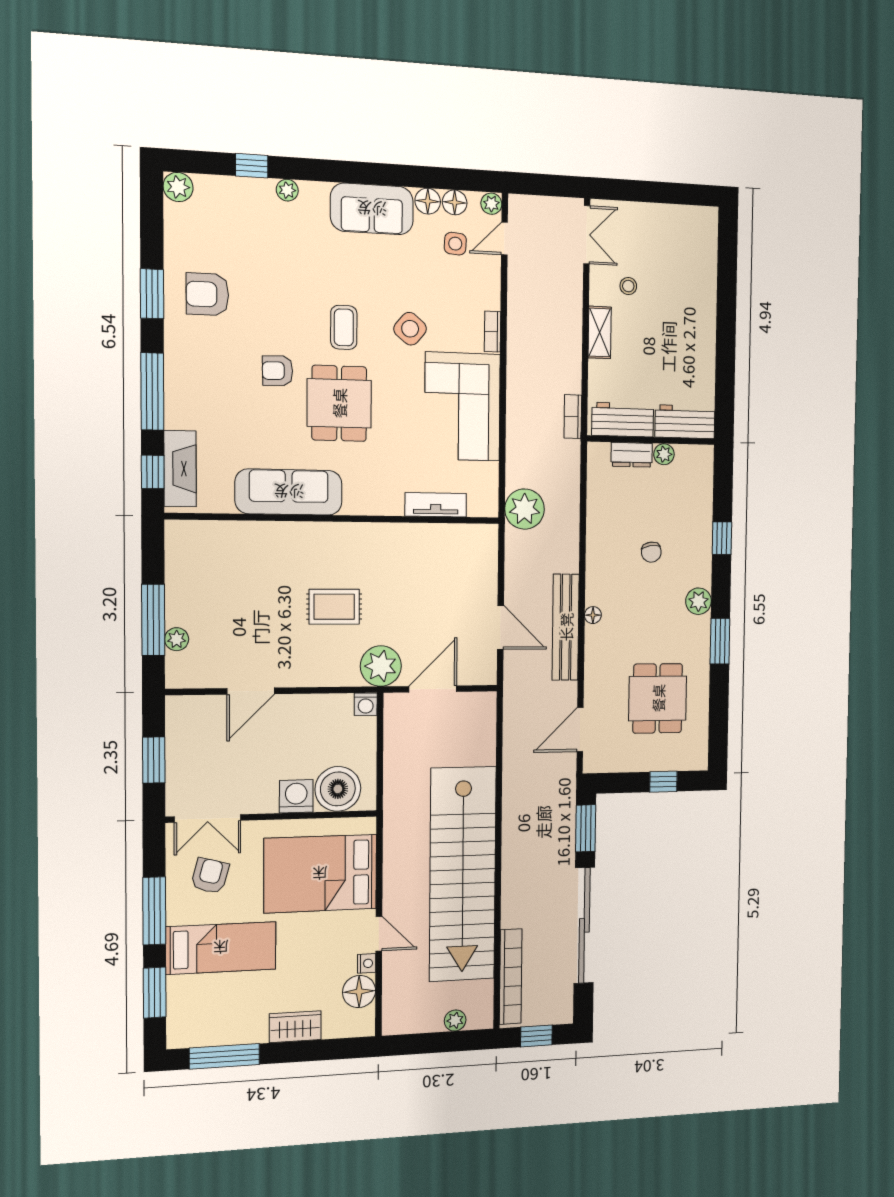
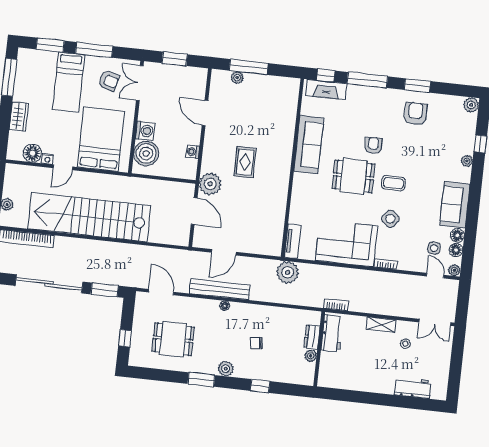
workbench: (685, 422) -> (413, 388), moved, turned -90
tv unit: (436, 505) -> (293, 241), moved
washing machine: (366, 704) -> (193, 152), moved

